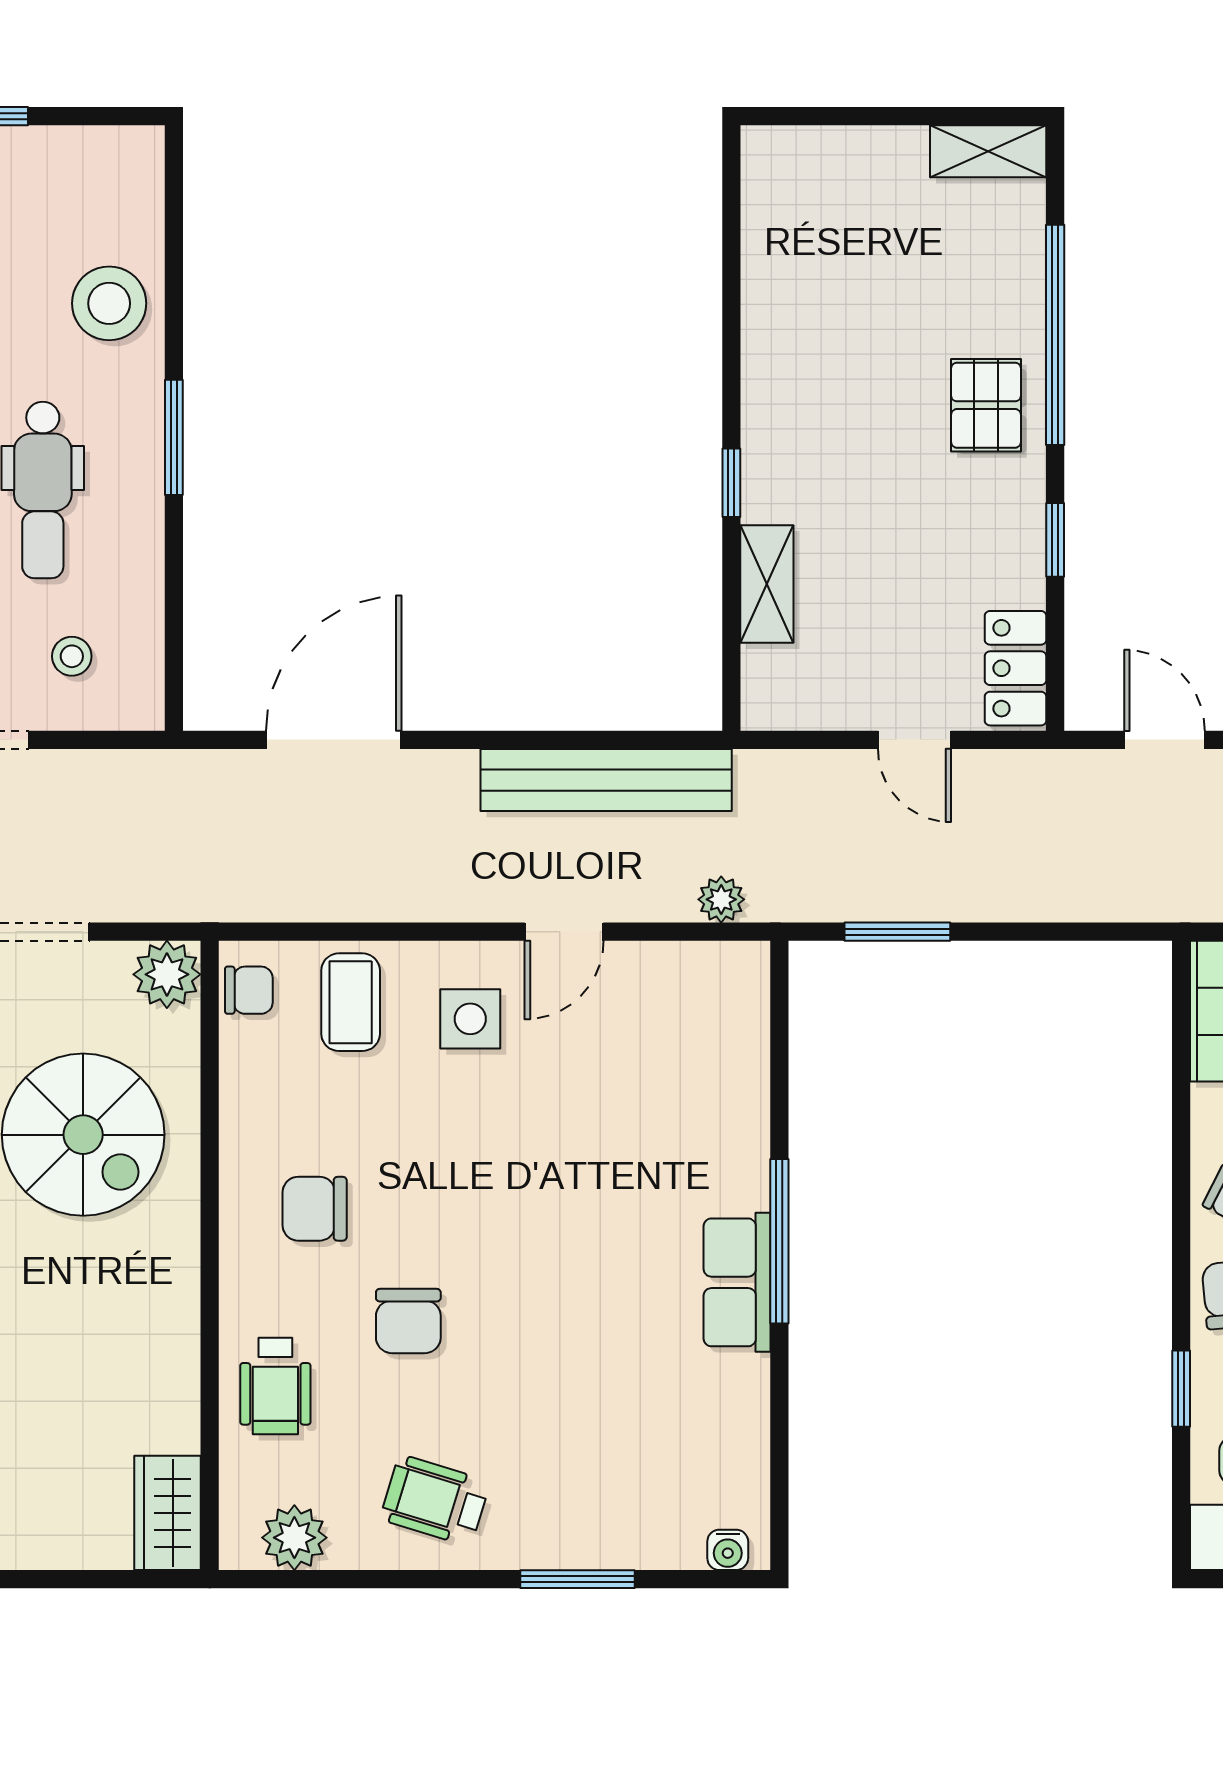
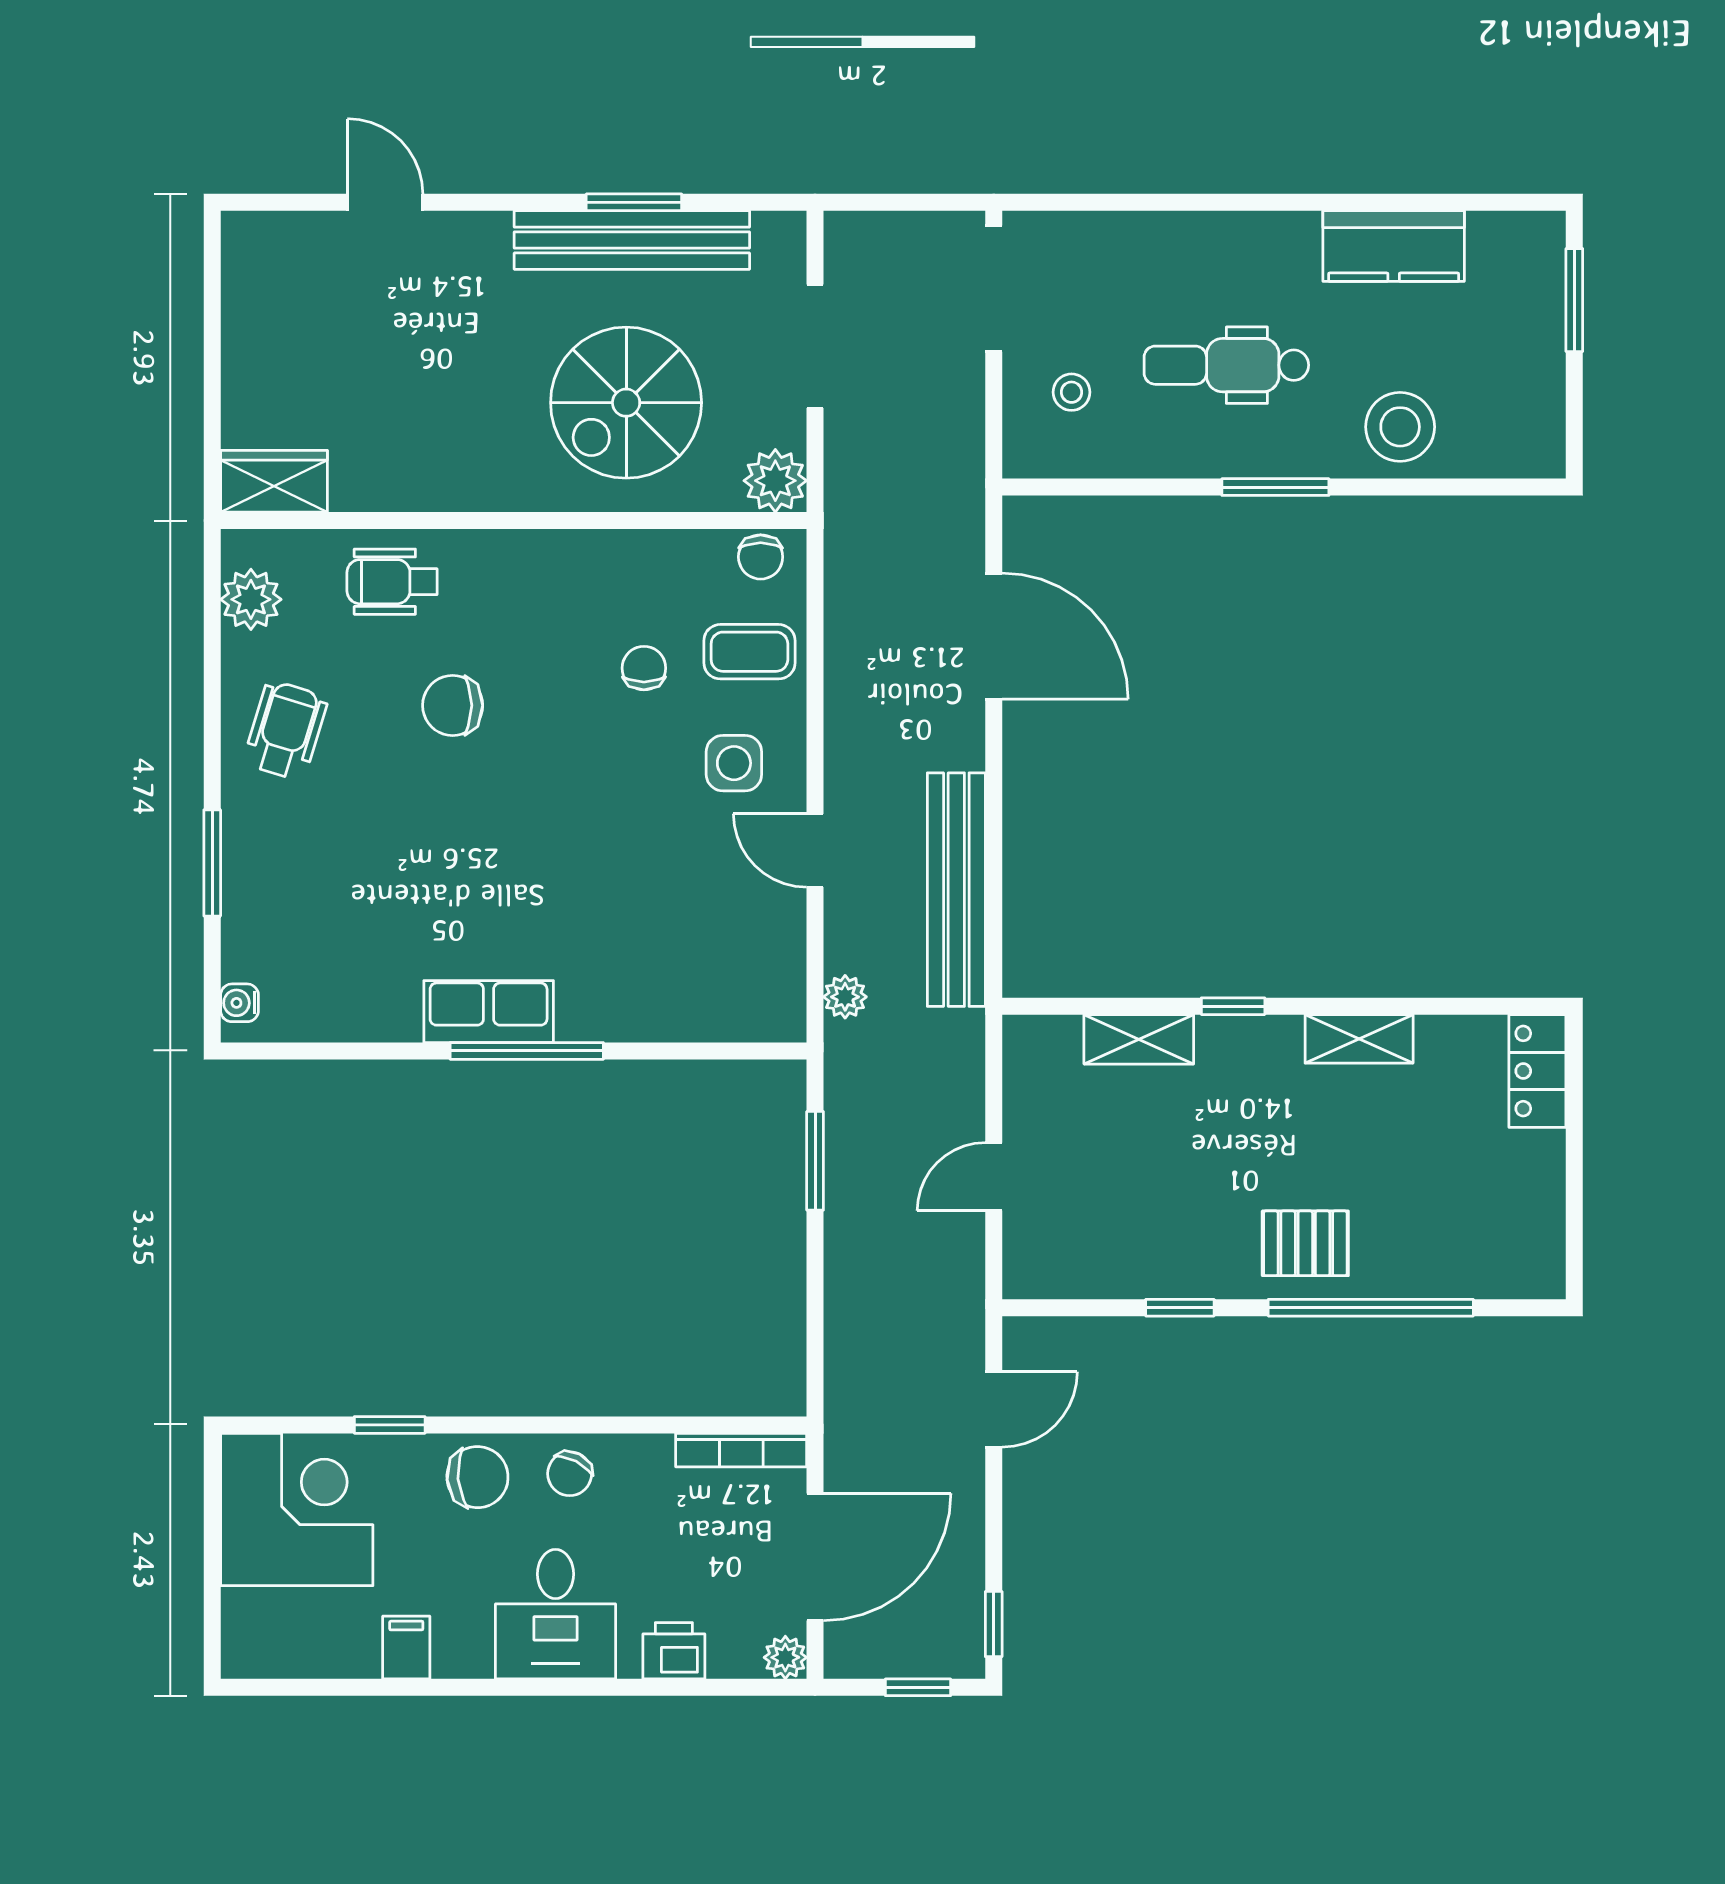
shelving: (988, 151) -> (1359, 1039), moved, turned 90
locker: (1016, 668) -> (1537, 1071), moved, turned -90
chair: (315, 1209) -> (644, 668), moved, width x0.73, depth x0.73

